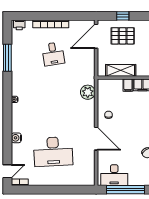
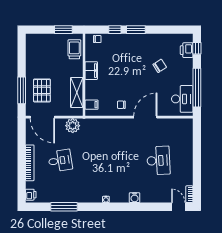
window: (123, 16) -> (22, 90), width x2.17
filing cabinet: (128, 85) -> (92, 105), moved
plant: (88, 92) -> (73, 126), moved
water cooler: (16, 138) -> (135, 198), moved
desk: (53, 151) -> (158, 161), width x0.73, depth x0.77

